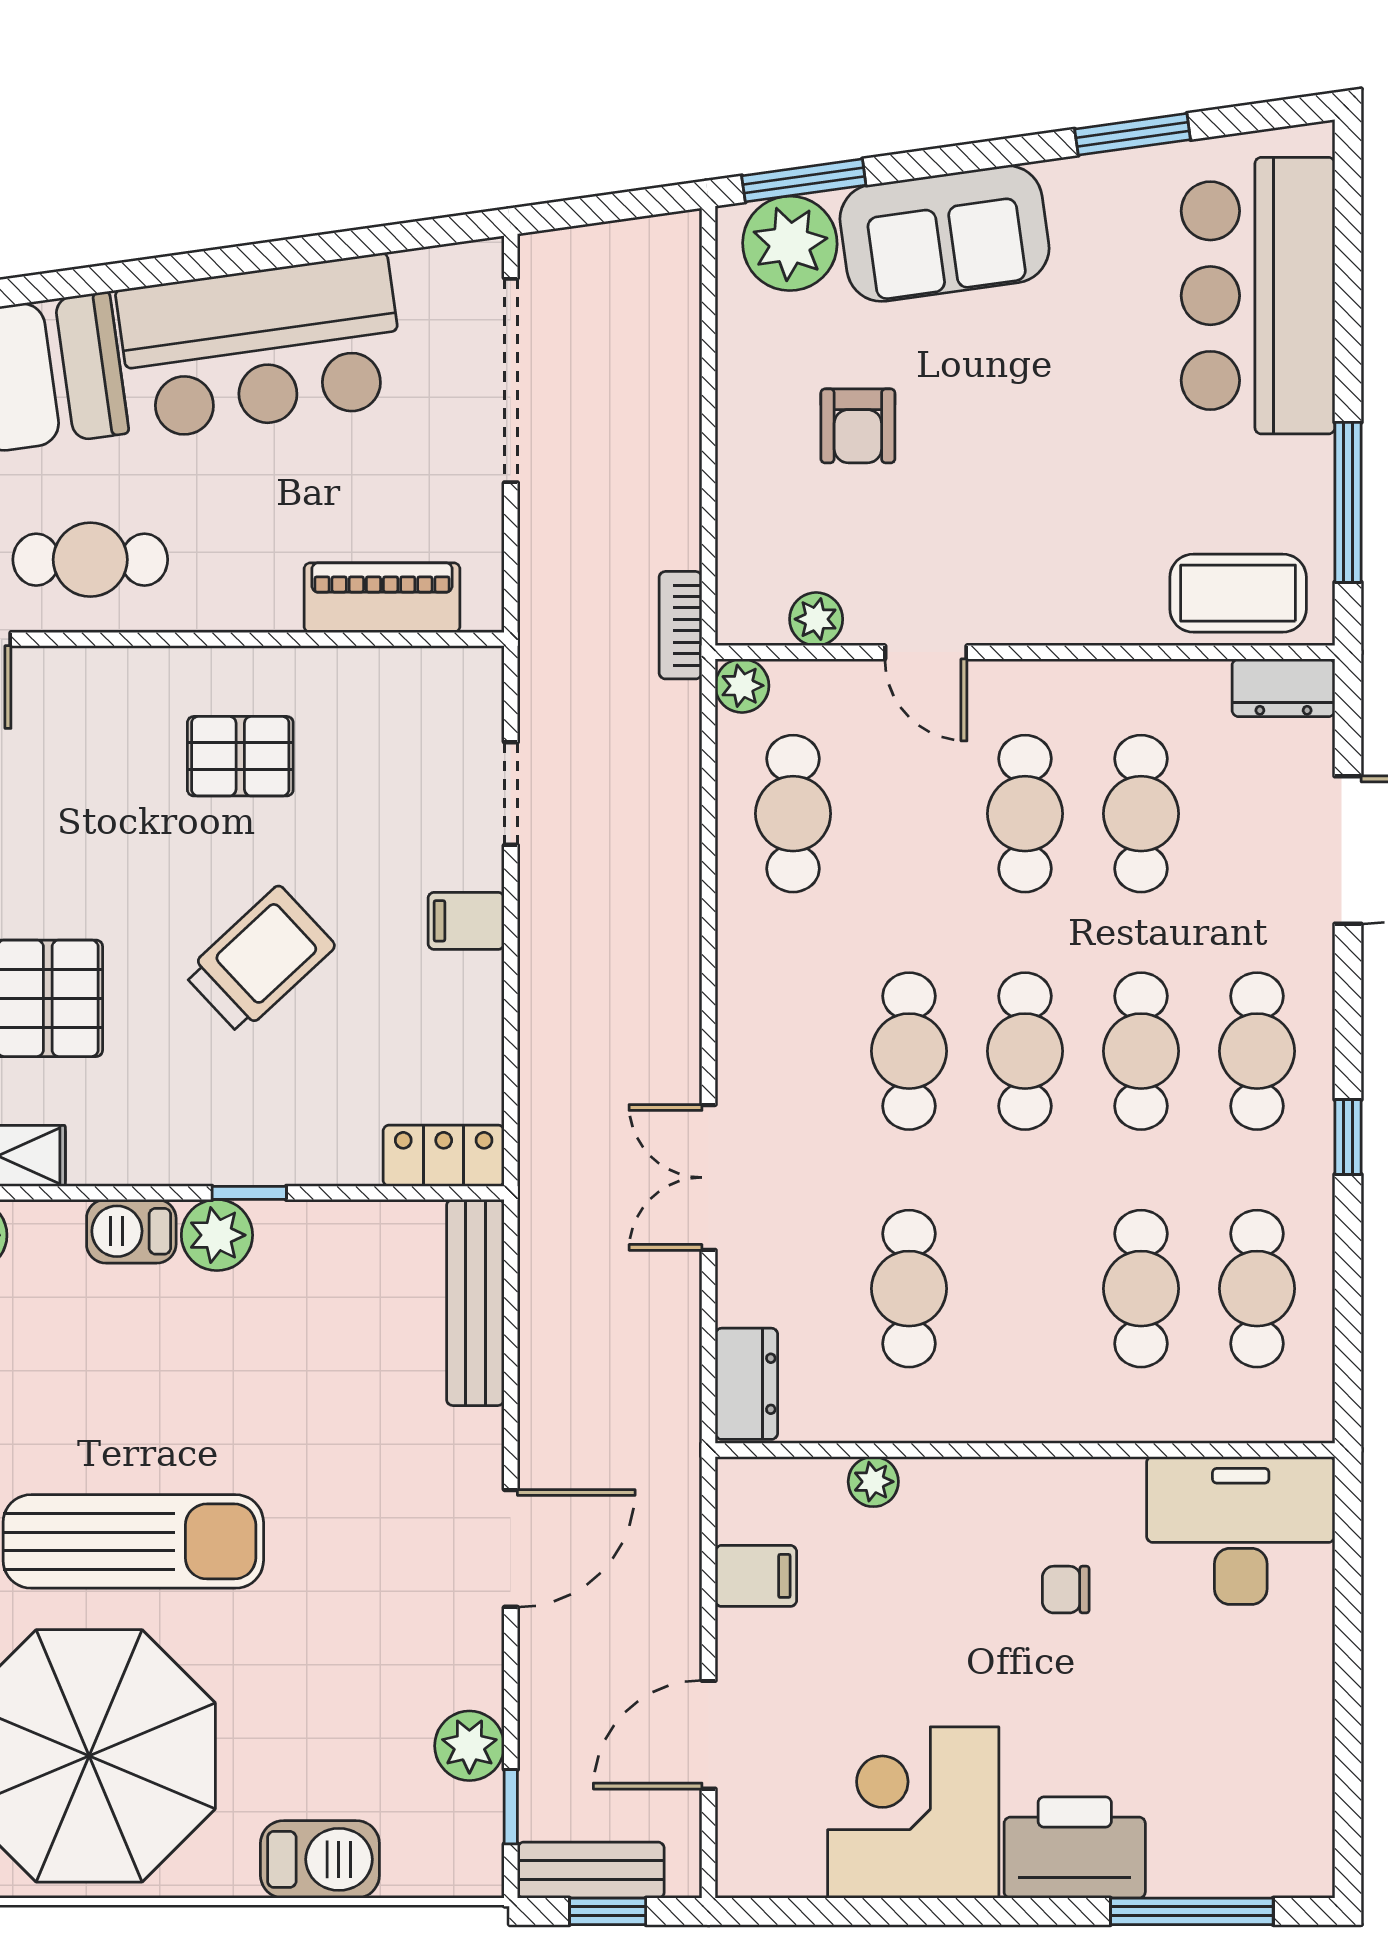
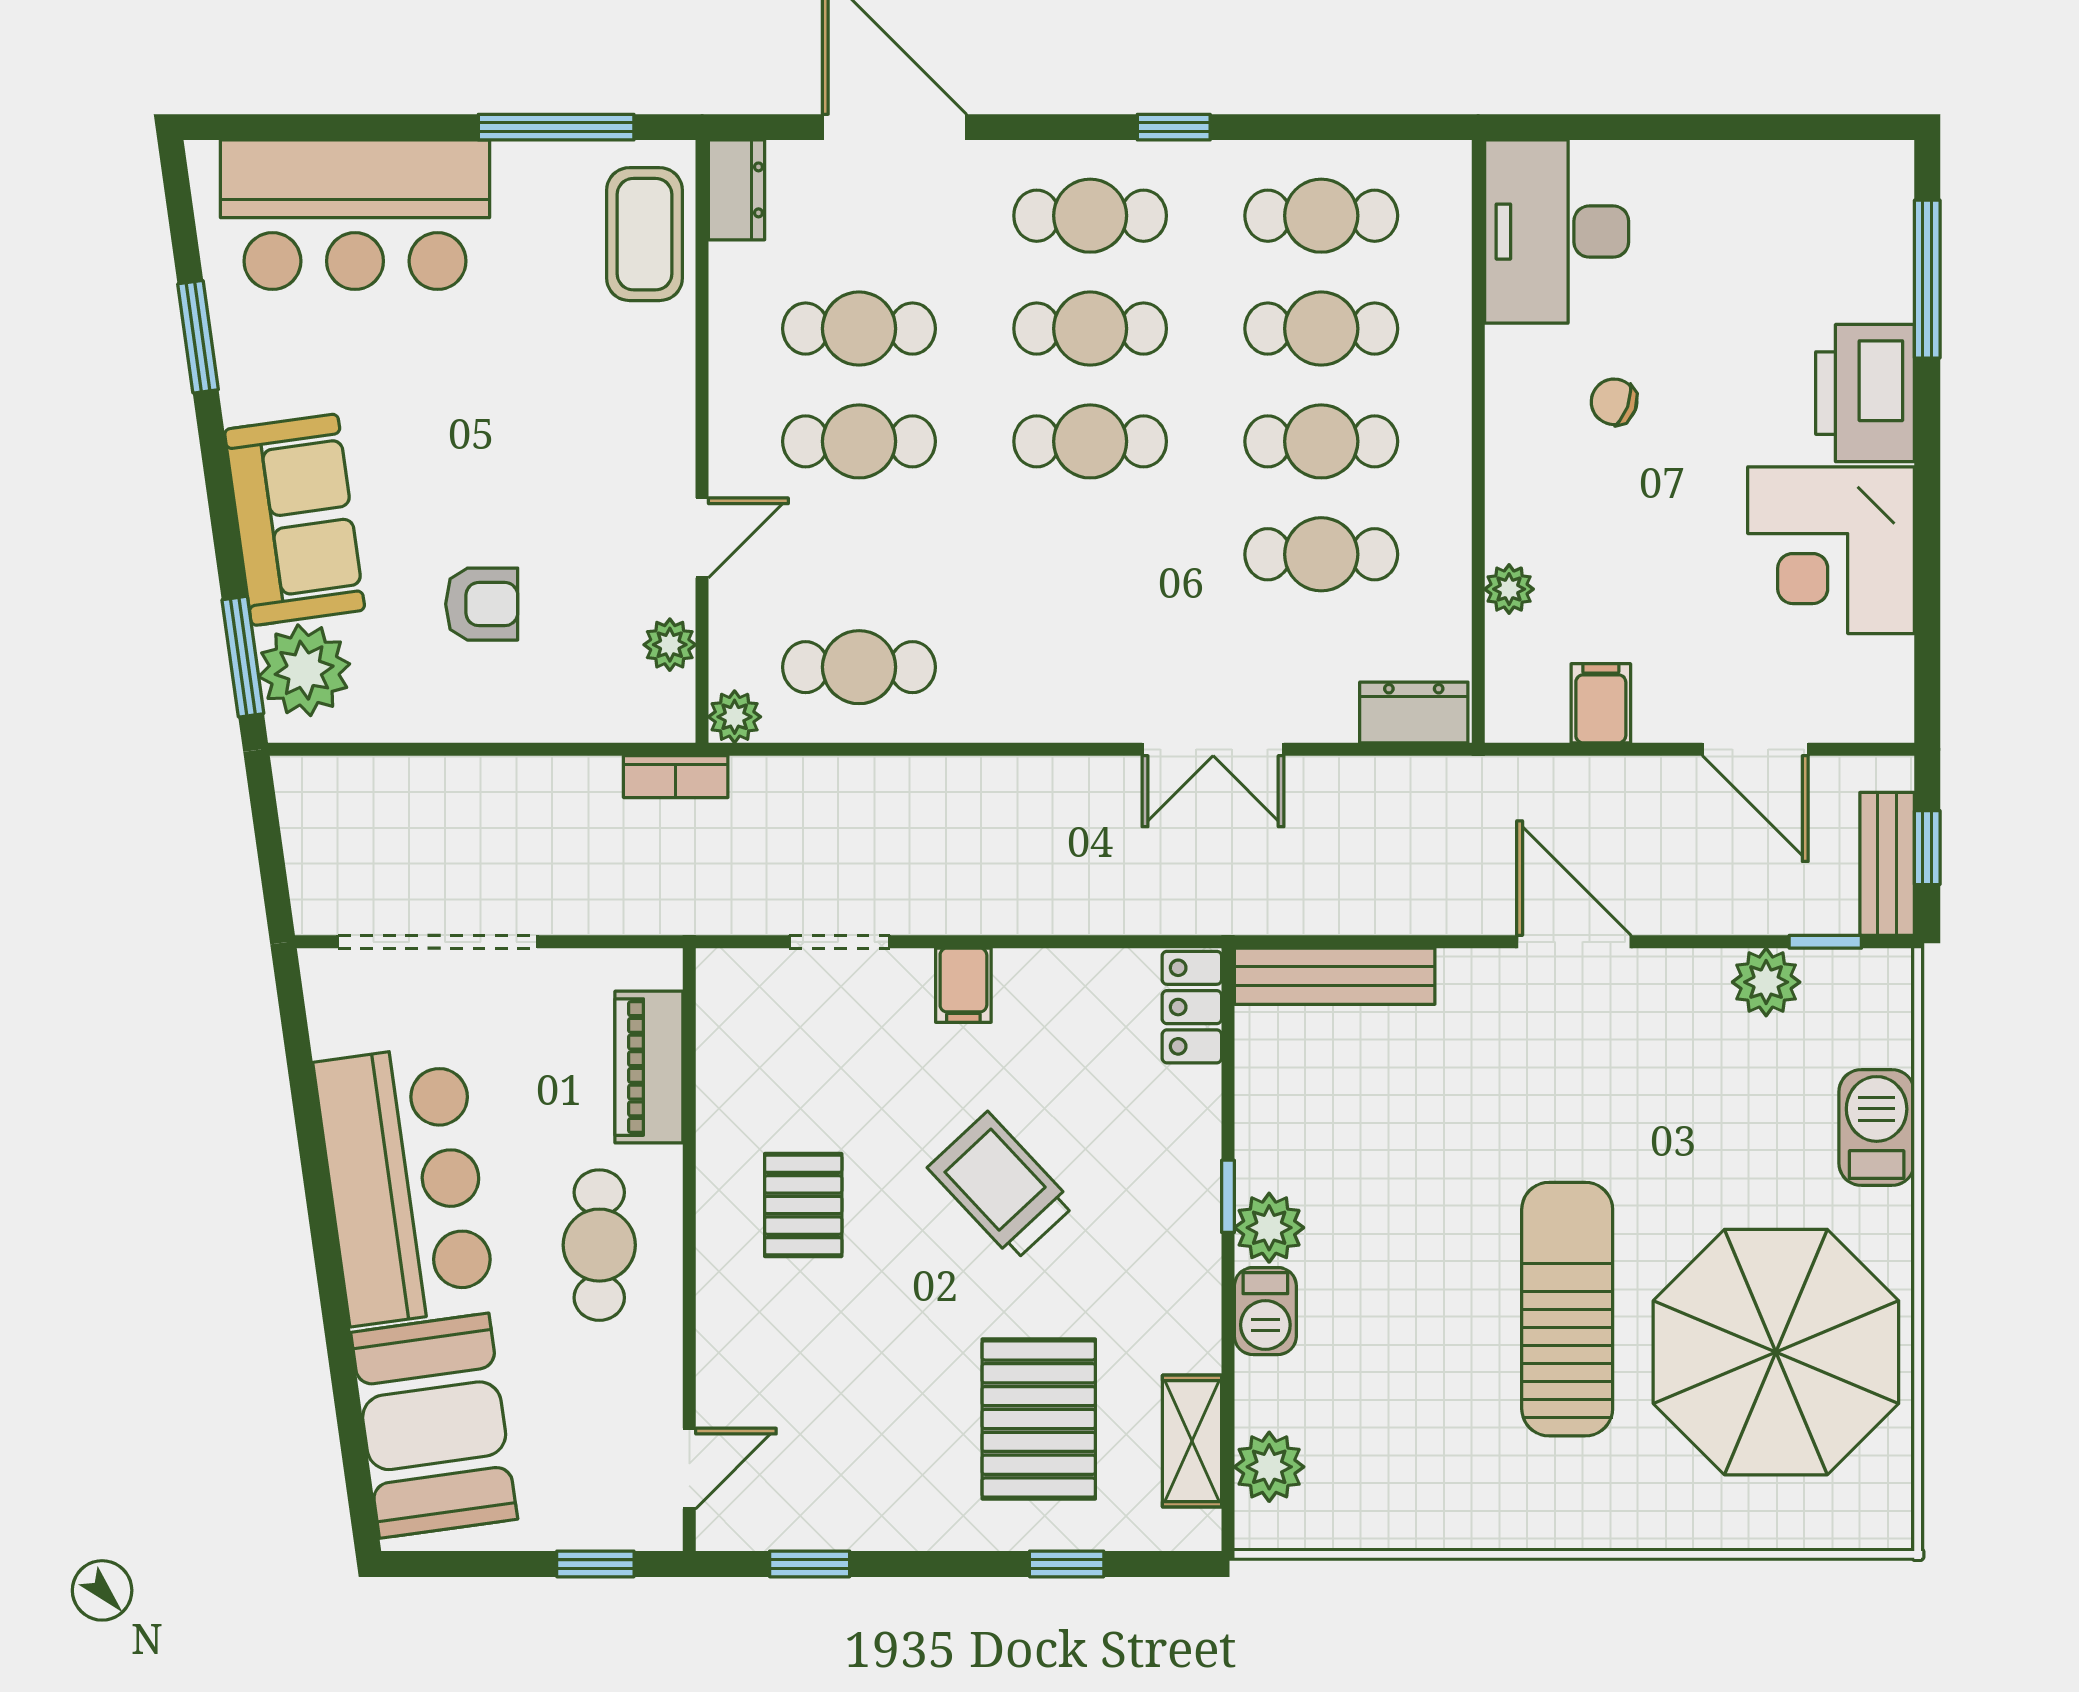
cafe table: (90, 560) -> (599, 1245), moved
cafe table: (909, 1051) -> (1321, 441), moved
chair: (1066, 1590) -> (1614, 402), turned 110

